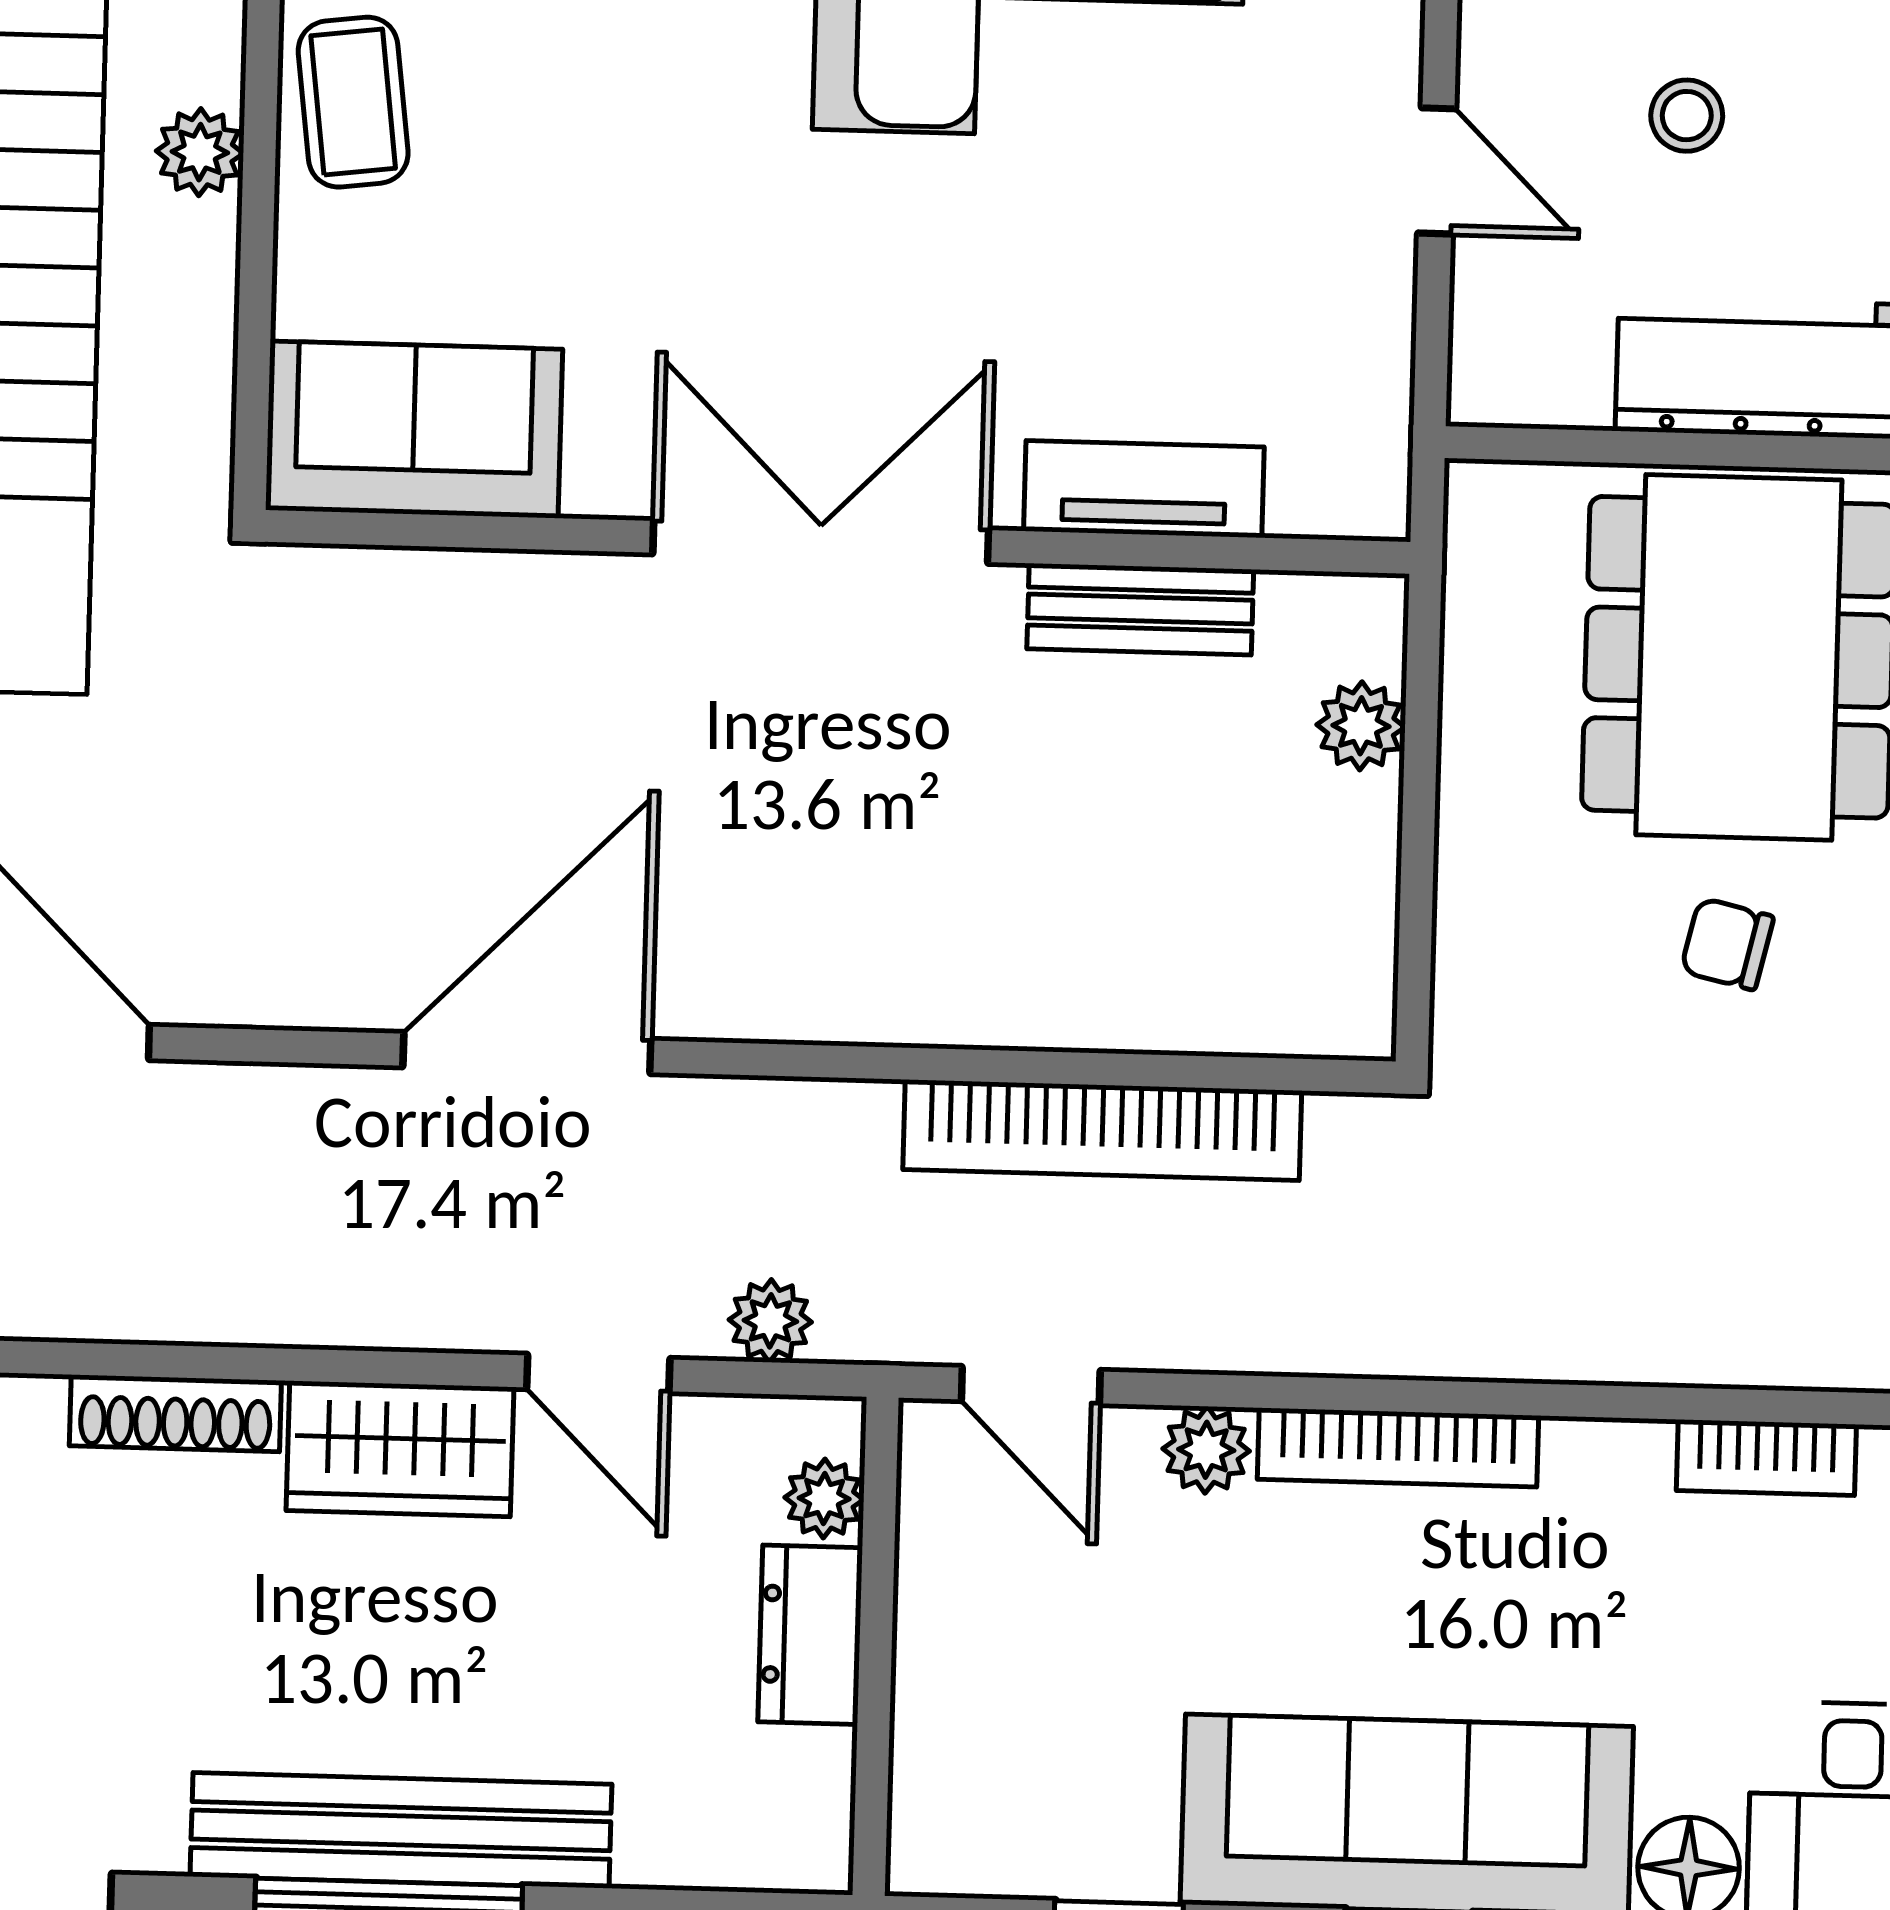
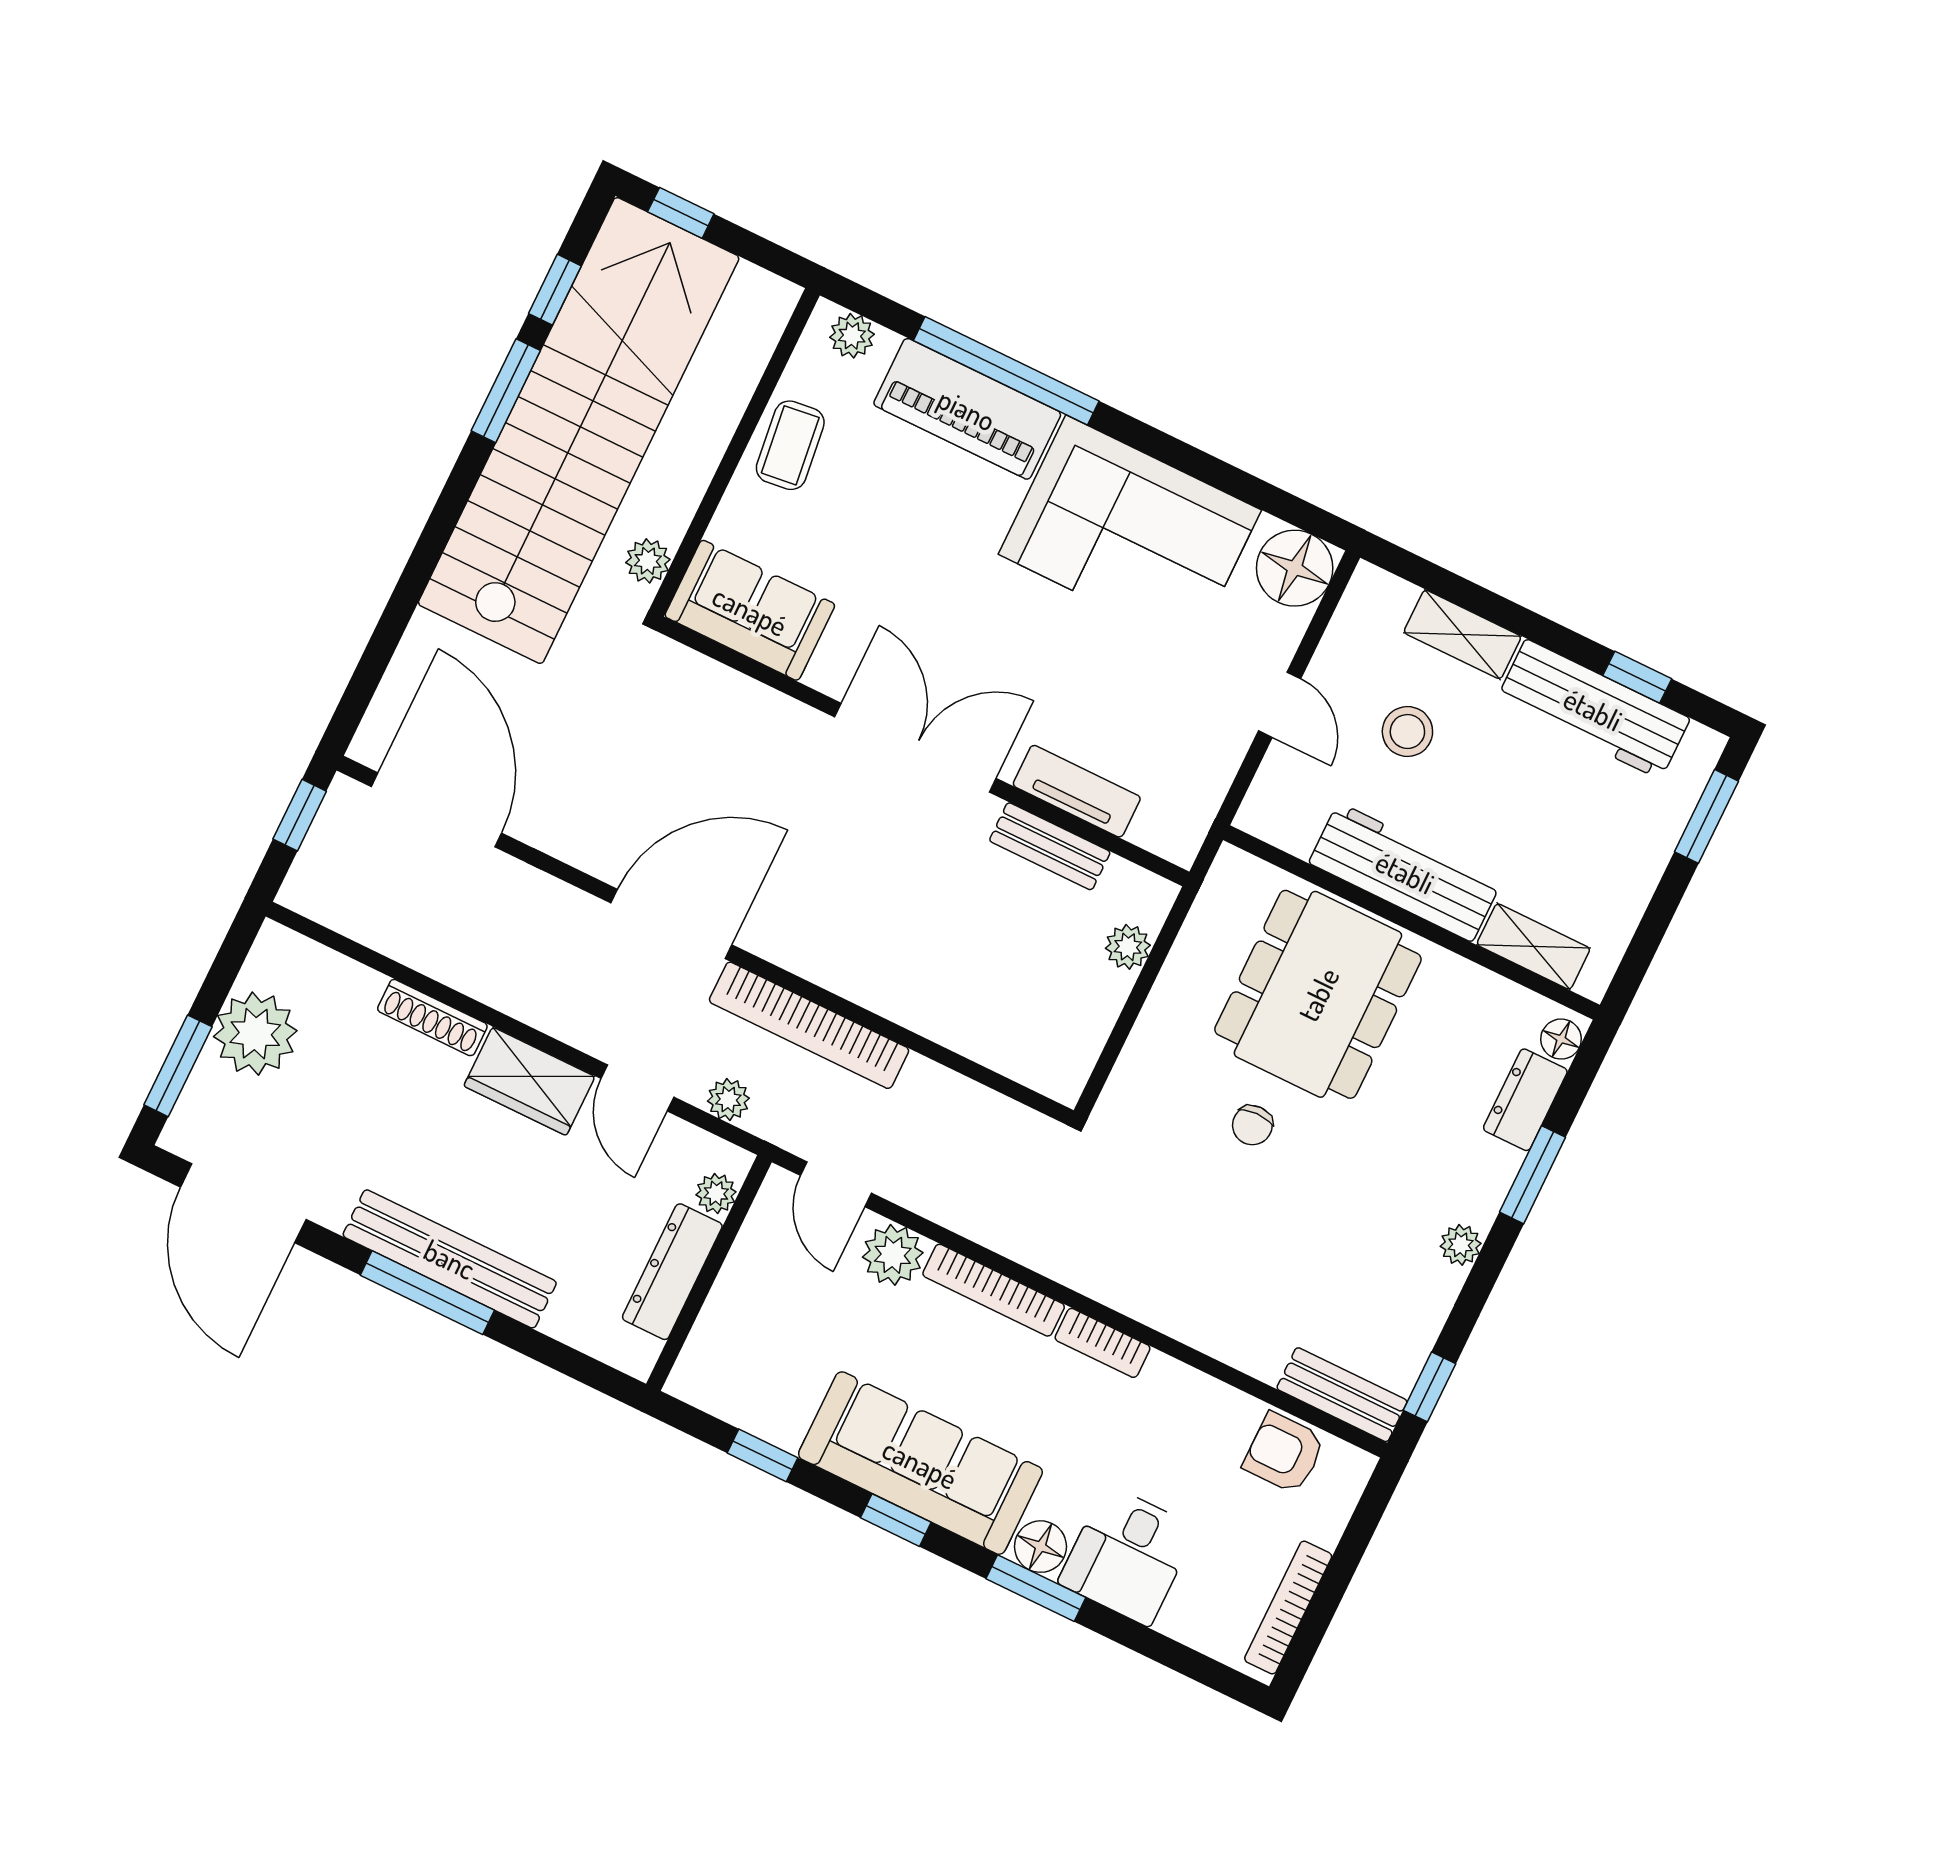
stool: (1687, 116) -> (1407, 732), width x1.37, depth x1.37
plant: (200, 152) -> (648, 561), moved
chair: (1727, 944) -> (1252, 1125), turned -104
bookcase: (1102, 1130) -> (809, 1025), moved
plant: (1206, 1450) -> (893, 1255), width x1.38, depth x1.38
bookcase: (1766, 1458) -> (1102, 1343), moved
dresser: (810, 1635) -> (672, 1272), width x1.44

